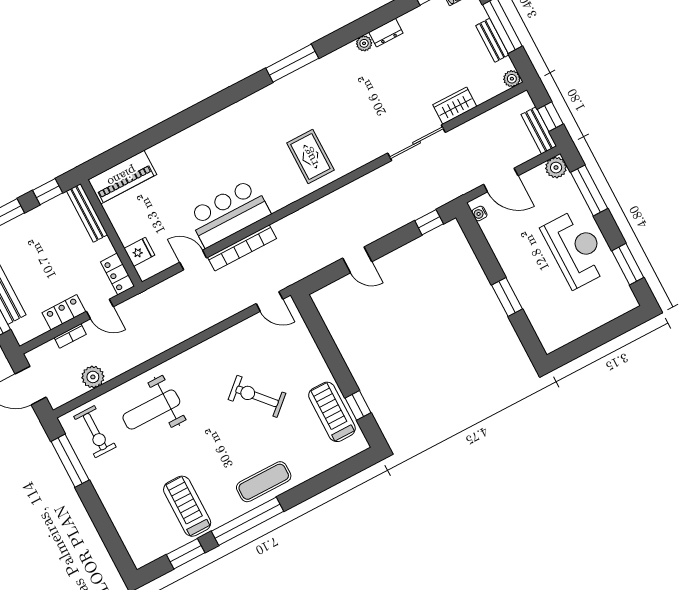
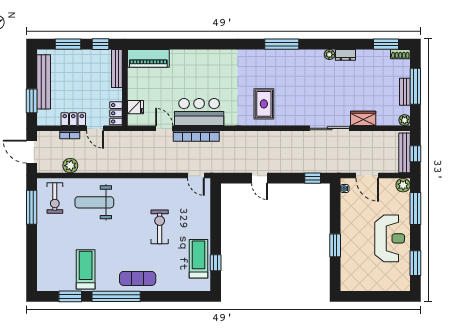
bench: (539, 130) -> (404, 153), width x1.36
exercise bike: (257, 396) -> (160, 227), turned 42

